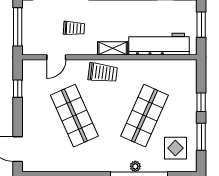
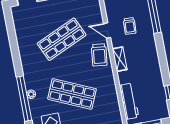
workbench: (159, 44) -> (129, 101), width x0.73, depth x0.76
door: (56, 57) -> (107, 30), moved

